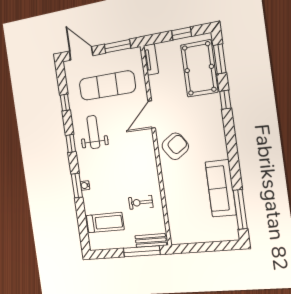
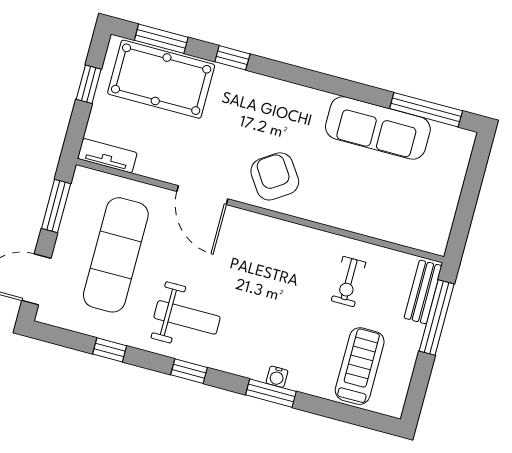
weight bench: (93, 132) -> (187, 317), turned 180

